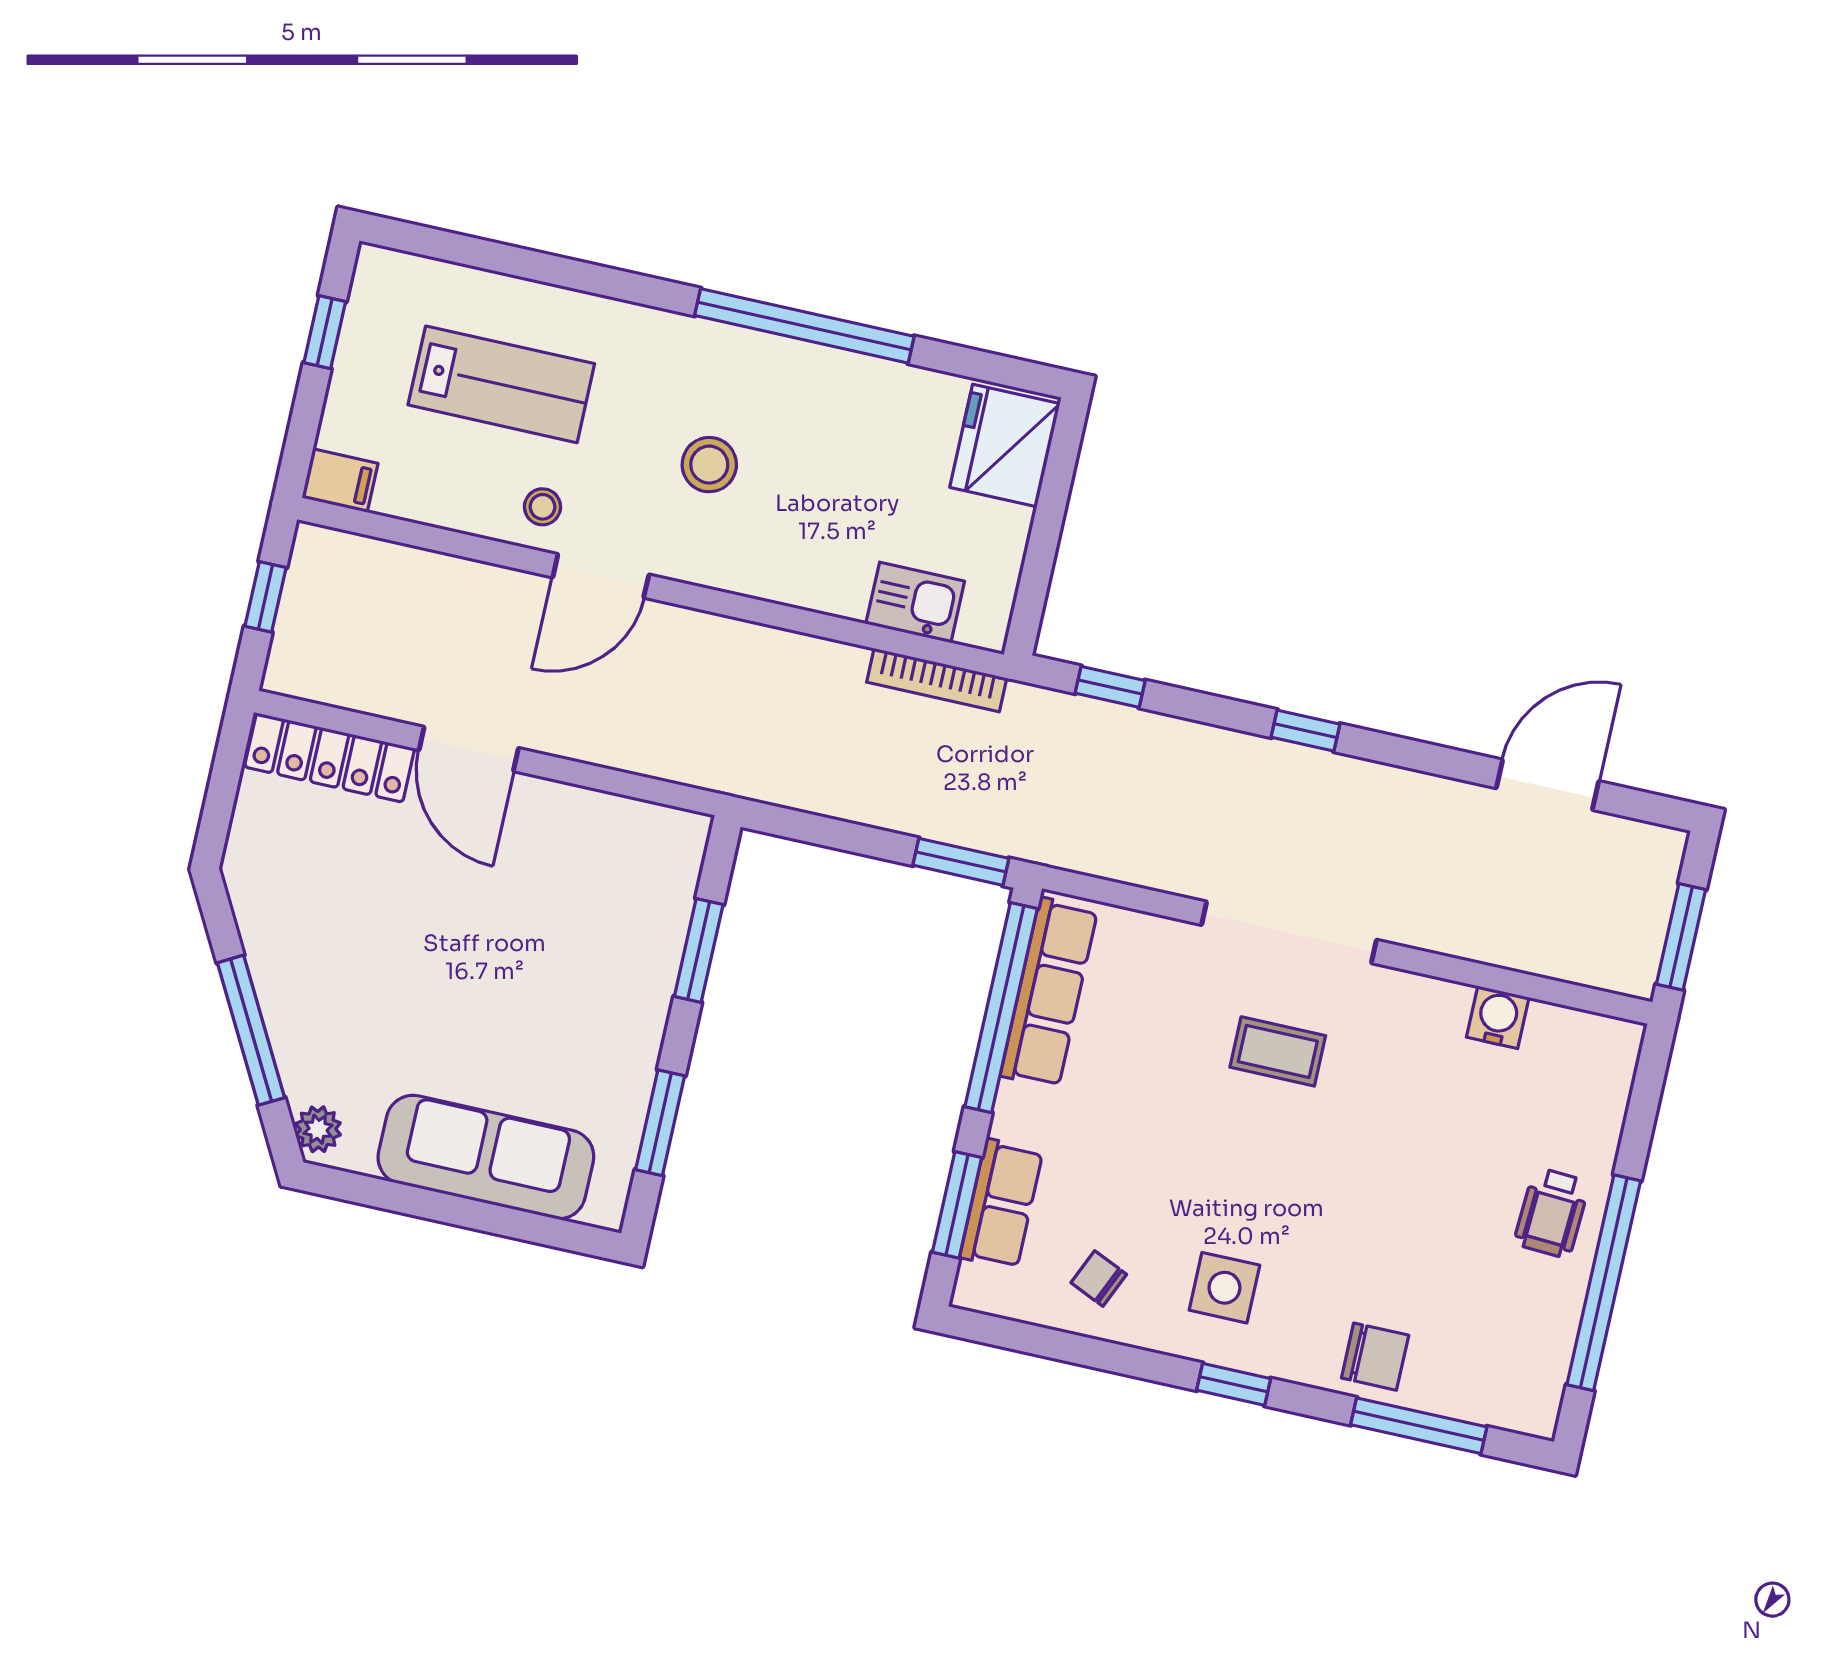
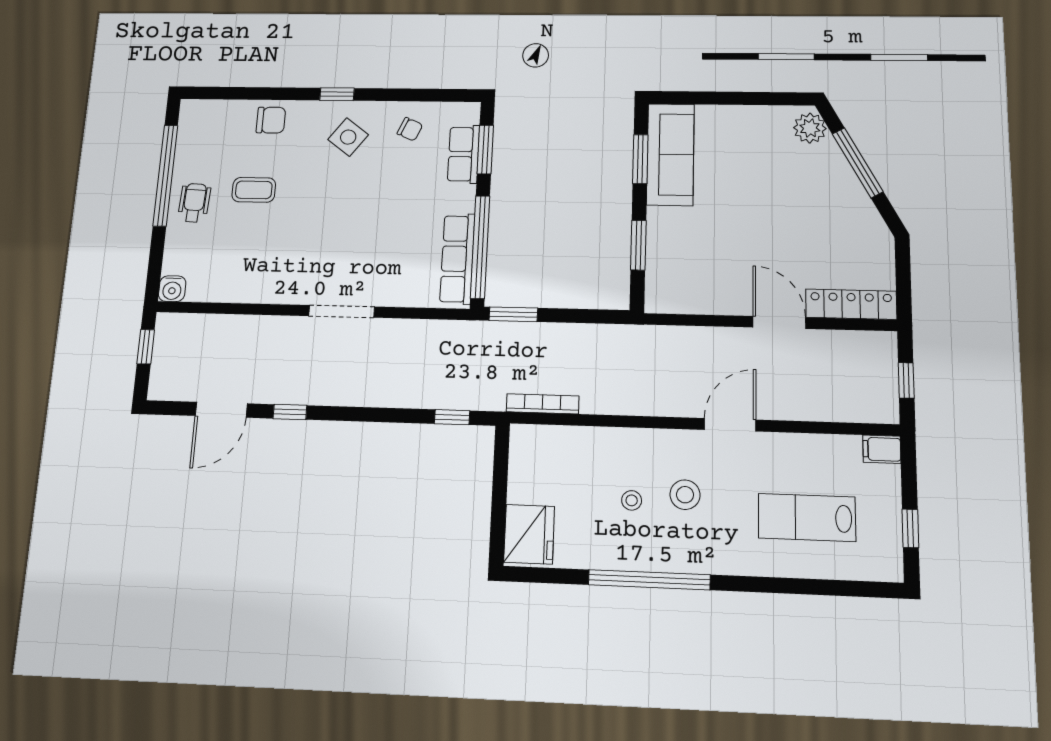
stool: (543, 507) -> (632, 500), moved
kitchen sink: (915, 602) -> (561, 442), removed
window: (1306, 731) -> (290, 412), moved
doorway: (1289, 932) -> (342, 311), width x0.73
window: (1681, 937) -> (146, 347), width x0.67
water cooler: (1498, 1017) -> (172, 289), moved
coffee table: (1278, 1051) -> (254, 190), moved
plant: (318, 1129) -> (810, 128), width x1.38, depth x1.38
sofa: (486, 1157) -> (670, 154), moved, turned -90
side table: (1224, 1288) -> (348, 137), turned 37
chair: (1375, 1357) -> (271, 120), turned 180
window: (1419, 1426) -> (246, 93), removed

